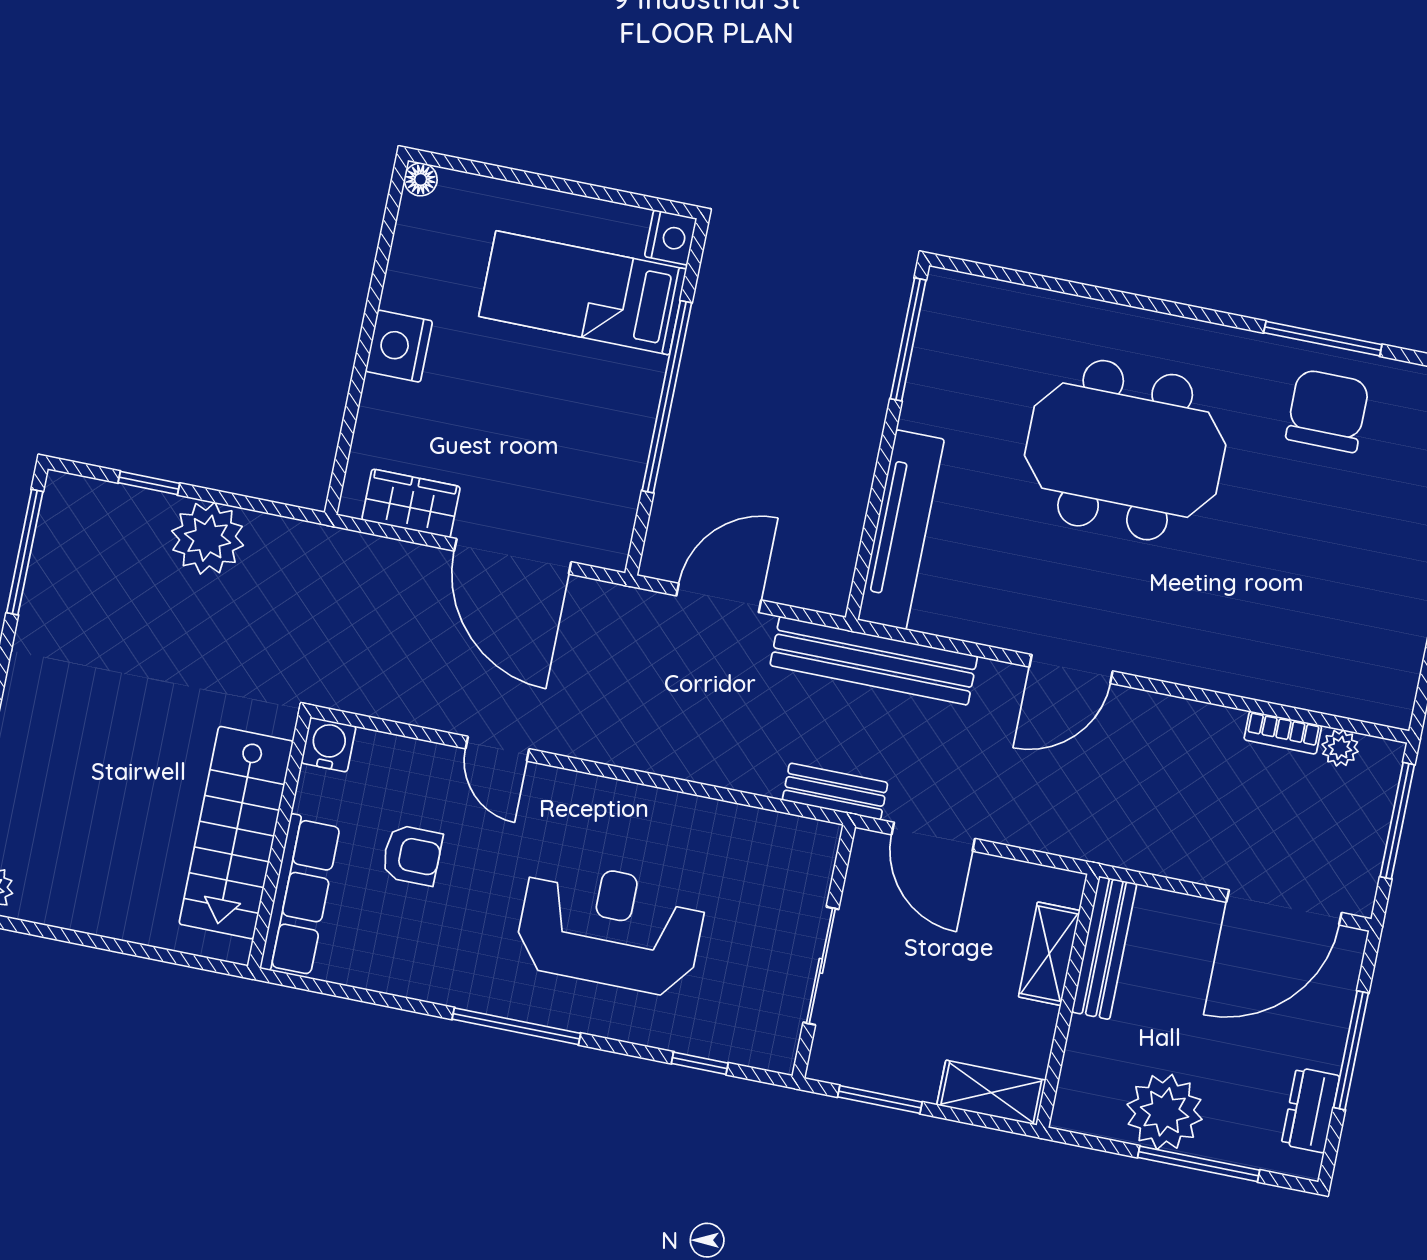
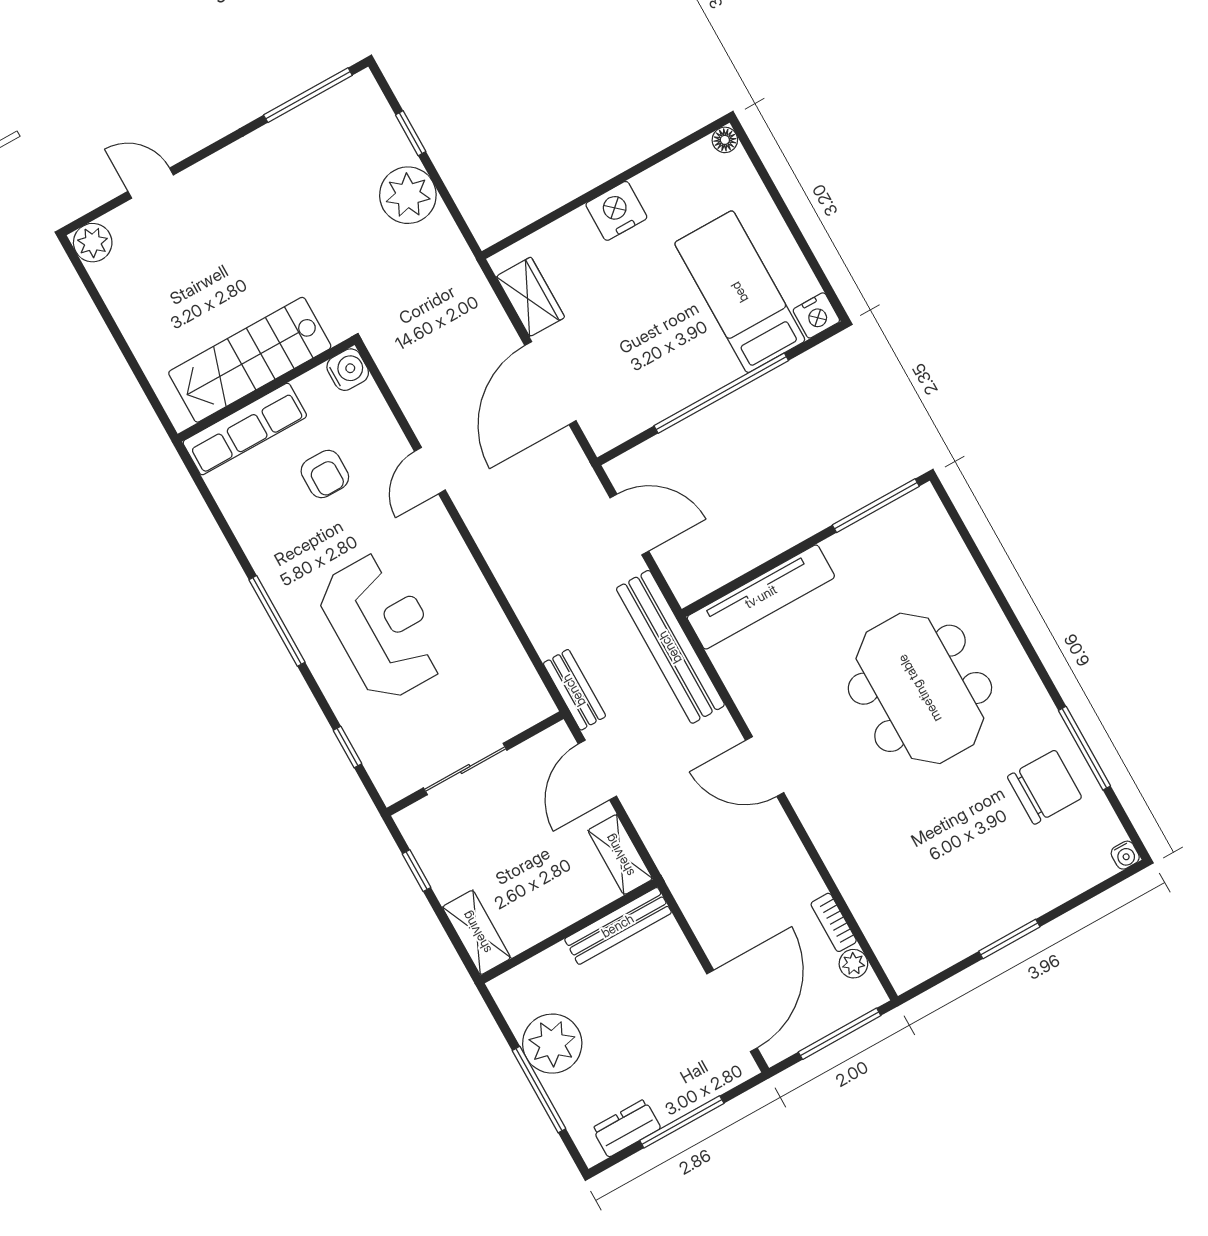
door: (1284, 907) -> (732, 1011), swing flipped
shelving: (1049, 954) -> (620, 855), moved, turned 90
window: (880, 1100) -> (417, 871), width x0.67

